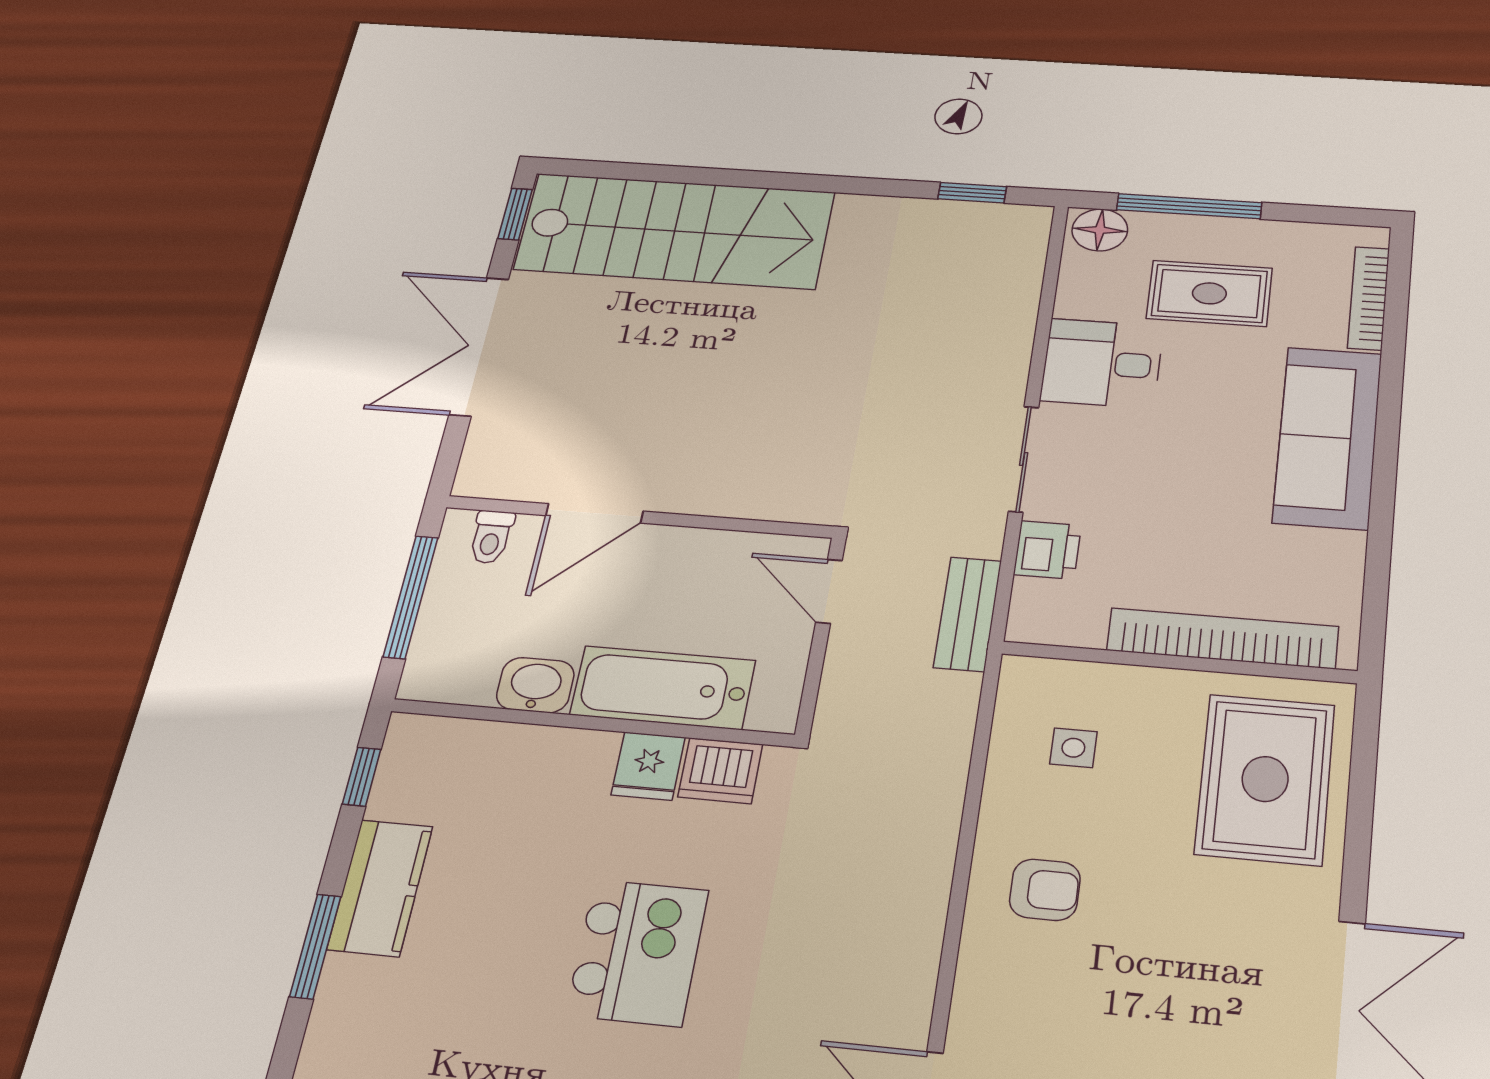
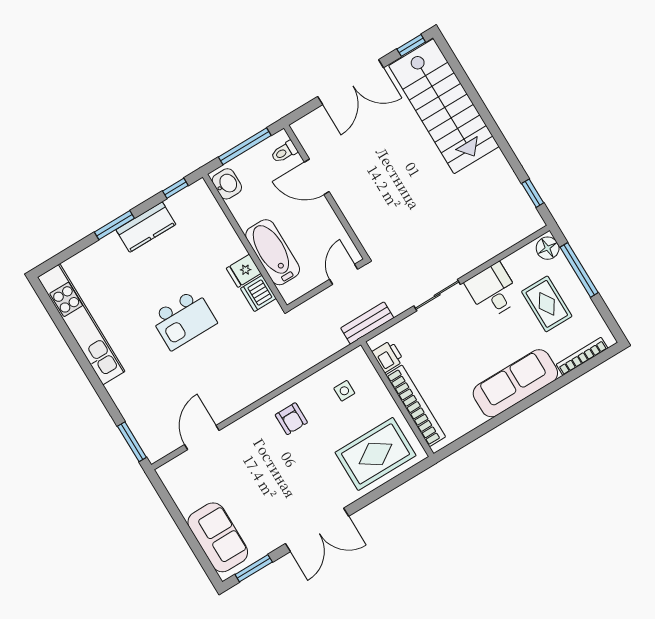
double door: (479, 346) -> (351, 82), swing flipped
printer: (1047, 550) -> (388, 356), moved, turned -90
washbasin: (535, 685) -> (227, 184), moved

